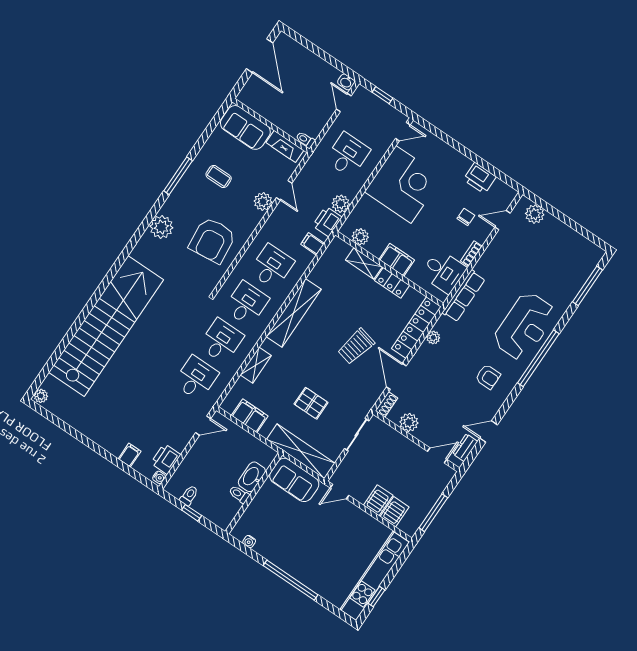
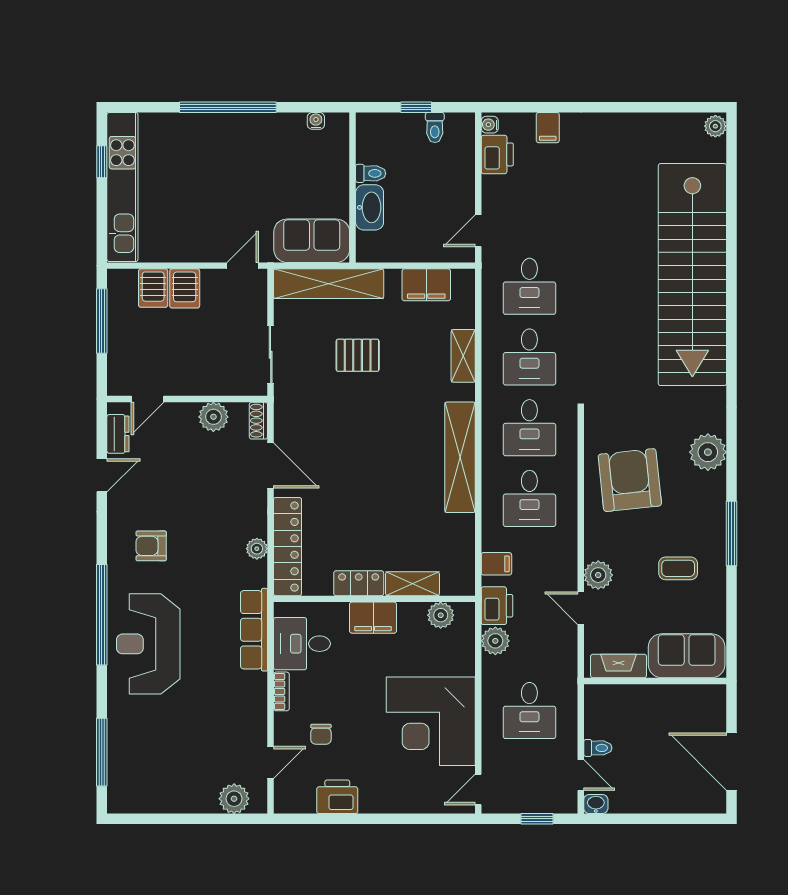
toilet: (305, 140) -> (598, 748), moved
trolley: (356, 346) -> (349, 469), removed

